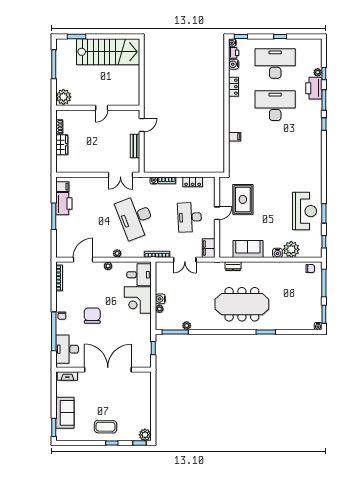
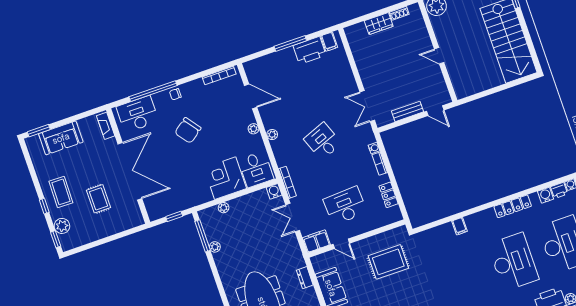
locker: (233, 87) -> (513, 206), width x1.53
door: (217, 213) -> (341, 244), moved
desk: (135, 217) -> (323, 141), width x0.53, depth x0.77
water cooler: (160, 299) -> (274, 191), moved
chair: (92, 316) -> (188, 130), turned 143
rug: (120, 400) -> (98, 199), added
plant: (145, 435) -> (62, 226), moved

